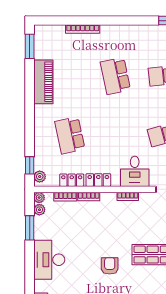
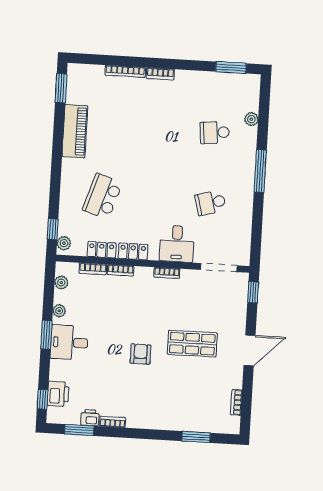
bookcase: (112, 29) -> (160, 74), added
school desk: (115, 76) -> (161, 129), removed
school desk: (70, 135) -> (102, 196), turned 30
plant: (39, 198) -> (59, 311), moved
window: (30, 228) -> (46, 335), moved
desk: (49, 260) -> (69, 342), width x0.73

